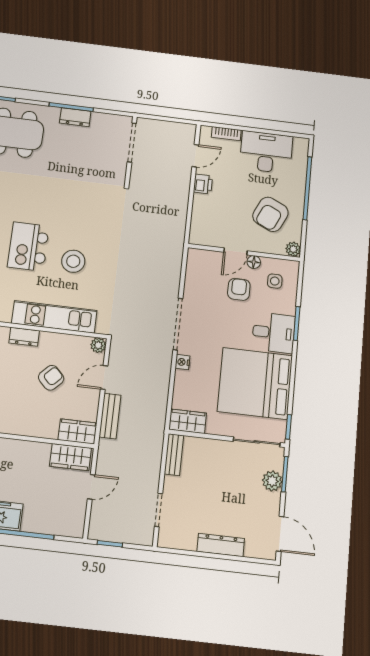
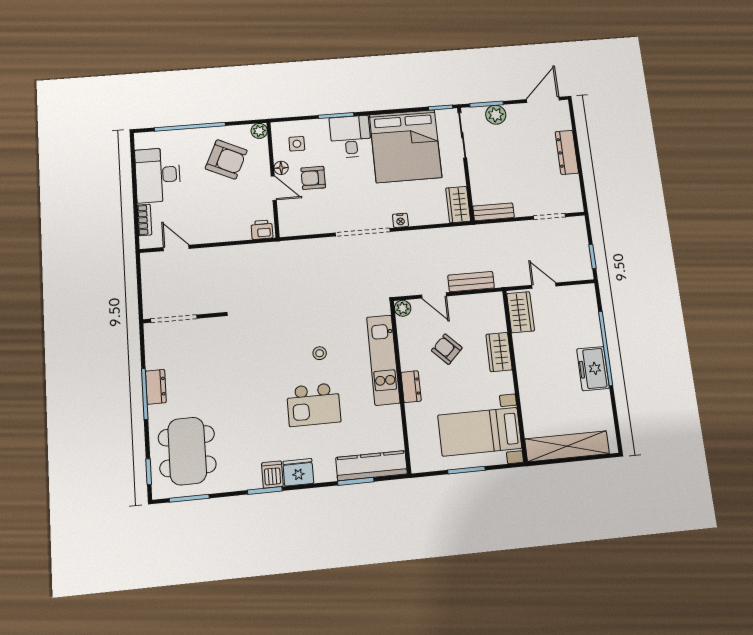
printer: (203, 184) -> (262, 230), moved
stool: (73, 261) -> (320, 353), width x0.53, depth x0.53
wardrobe: (77, 431) -> (499, 352), moved

